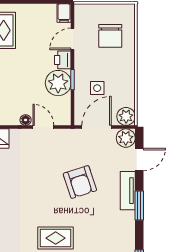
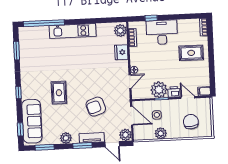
chair: (110, 36) -> (191, 122), turned 84
plant: (126, 116) -> (161, 133), moved
plant: (126, 231) -> (66, 138), added

